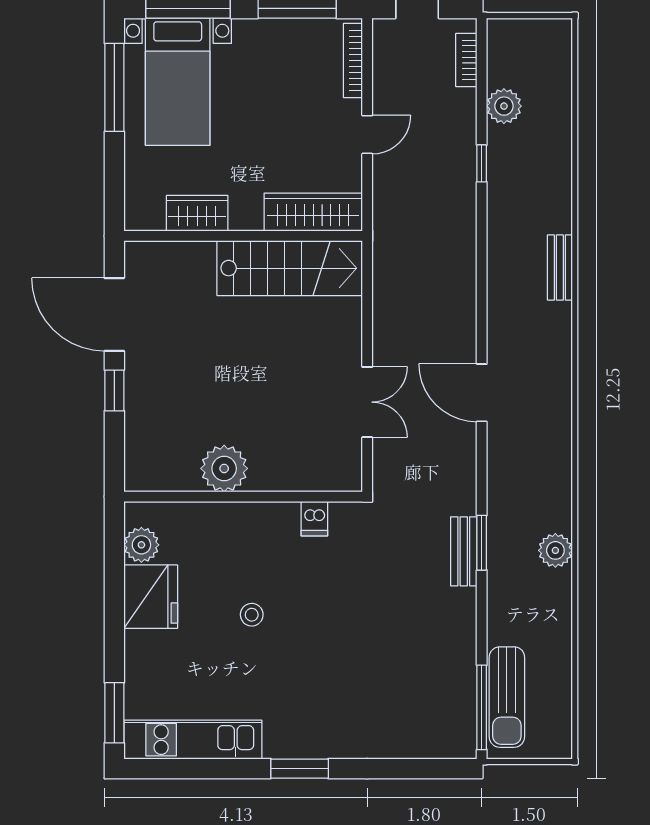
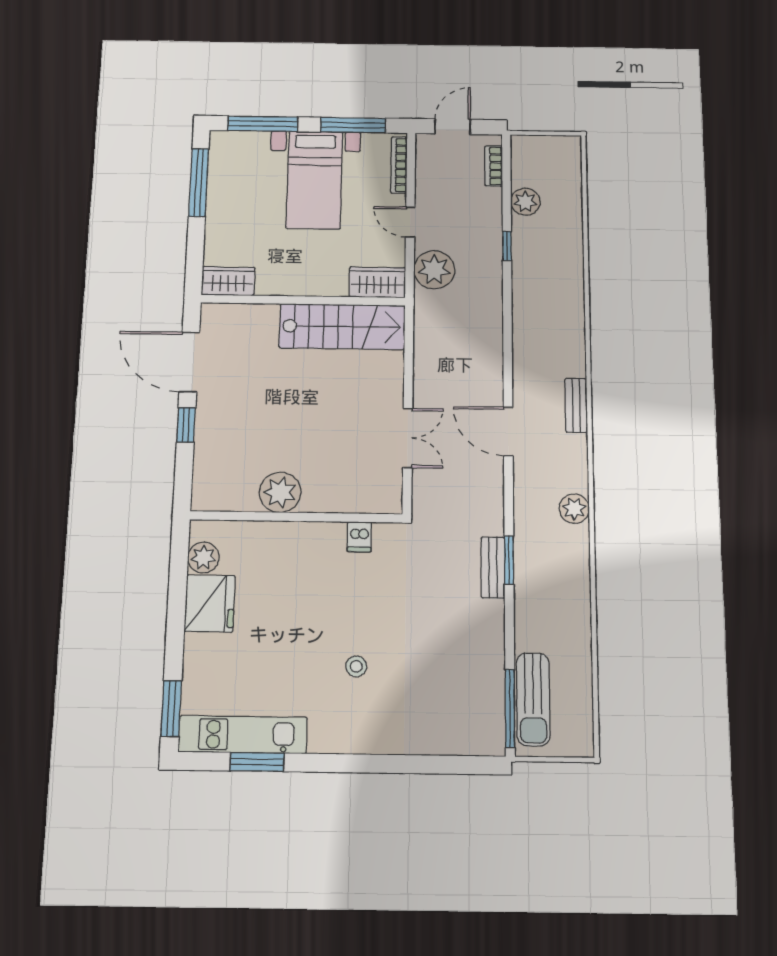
bed with nightstands: (178, 82) -> (315, 180), moved
door: (367, 135) -> (410, 222), swing flipped
plant: (396, 195) -> (434, 270), added
wardrobe: (313, 212) -> (377, 282), width x0.67
wardrobe: (197, 213) -> (228, 281), moved
bench: (560, 267) -> (576, 405), moved
plant: (555, 550) -> (574, 509), moved
stool: (252, 615) -> (356, 666), moved
window: (300, 769) -> (257, 762), moved

